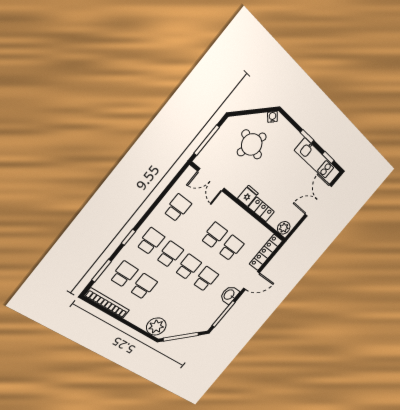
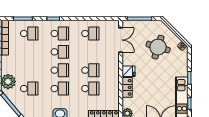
double door: (211, 180) -> (121, 40), swing flipped
school desk: (144, 286) -> (29, 89), moved

